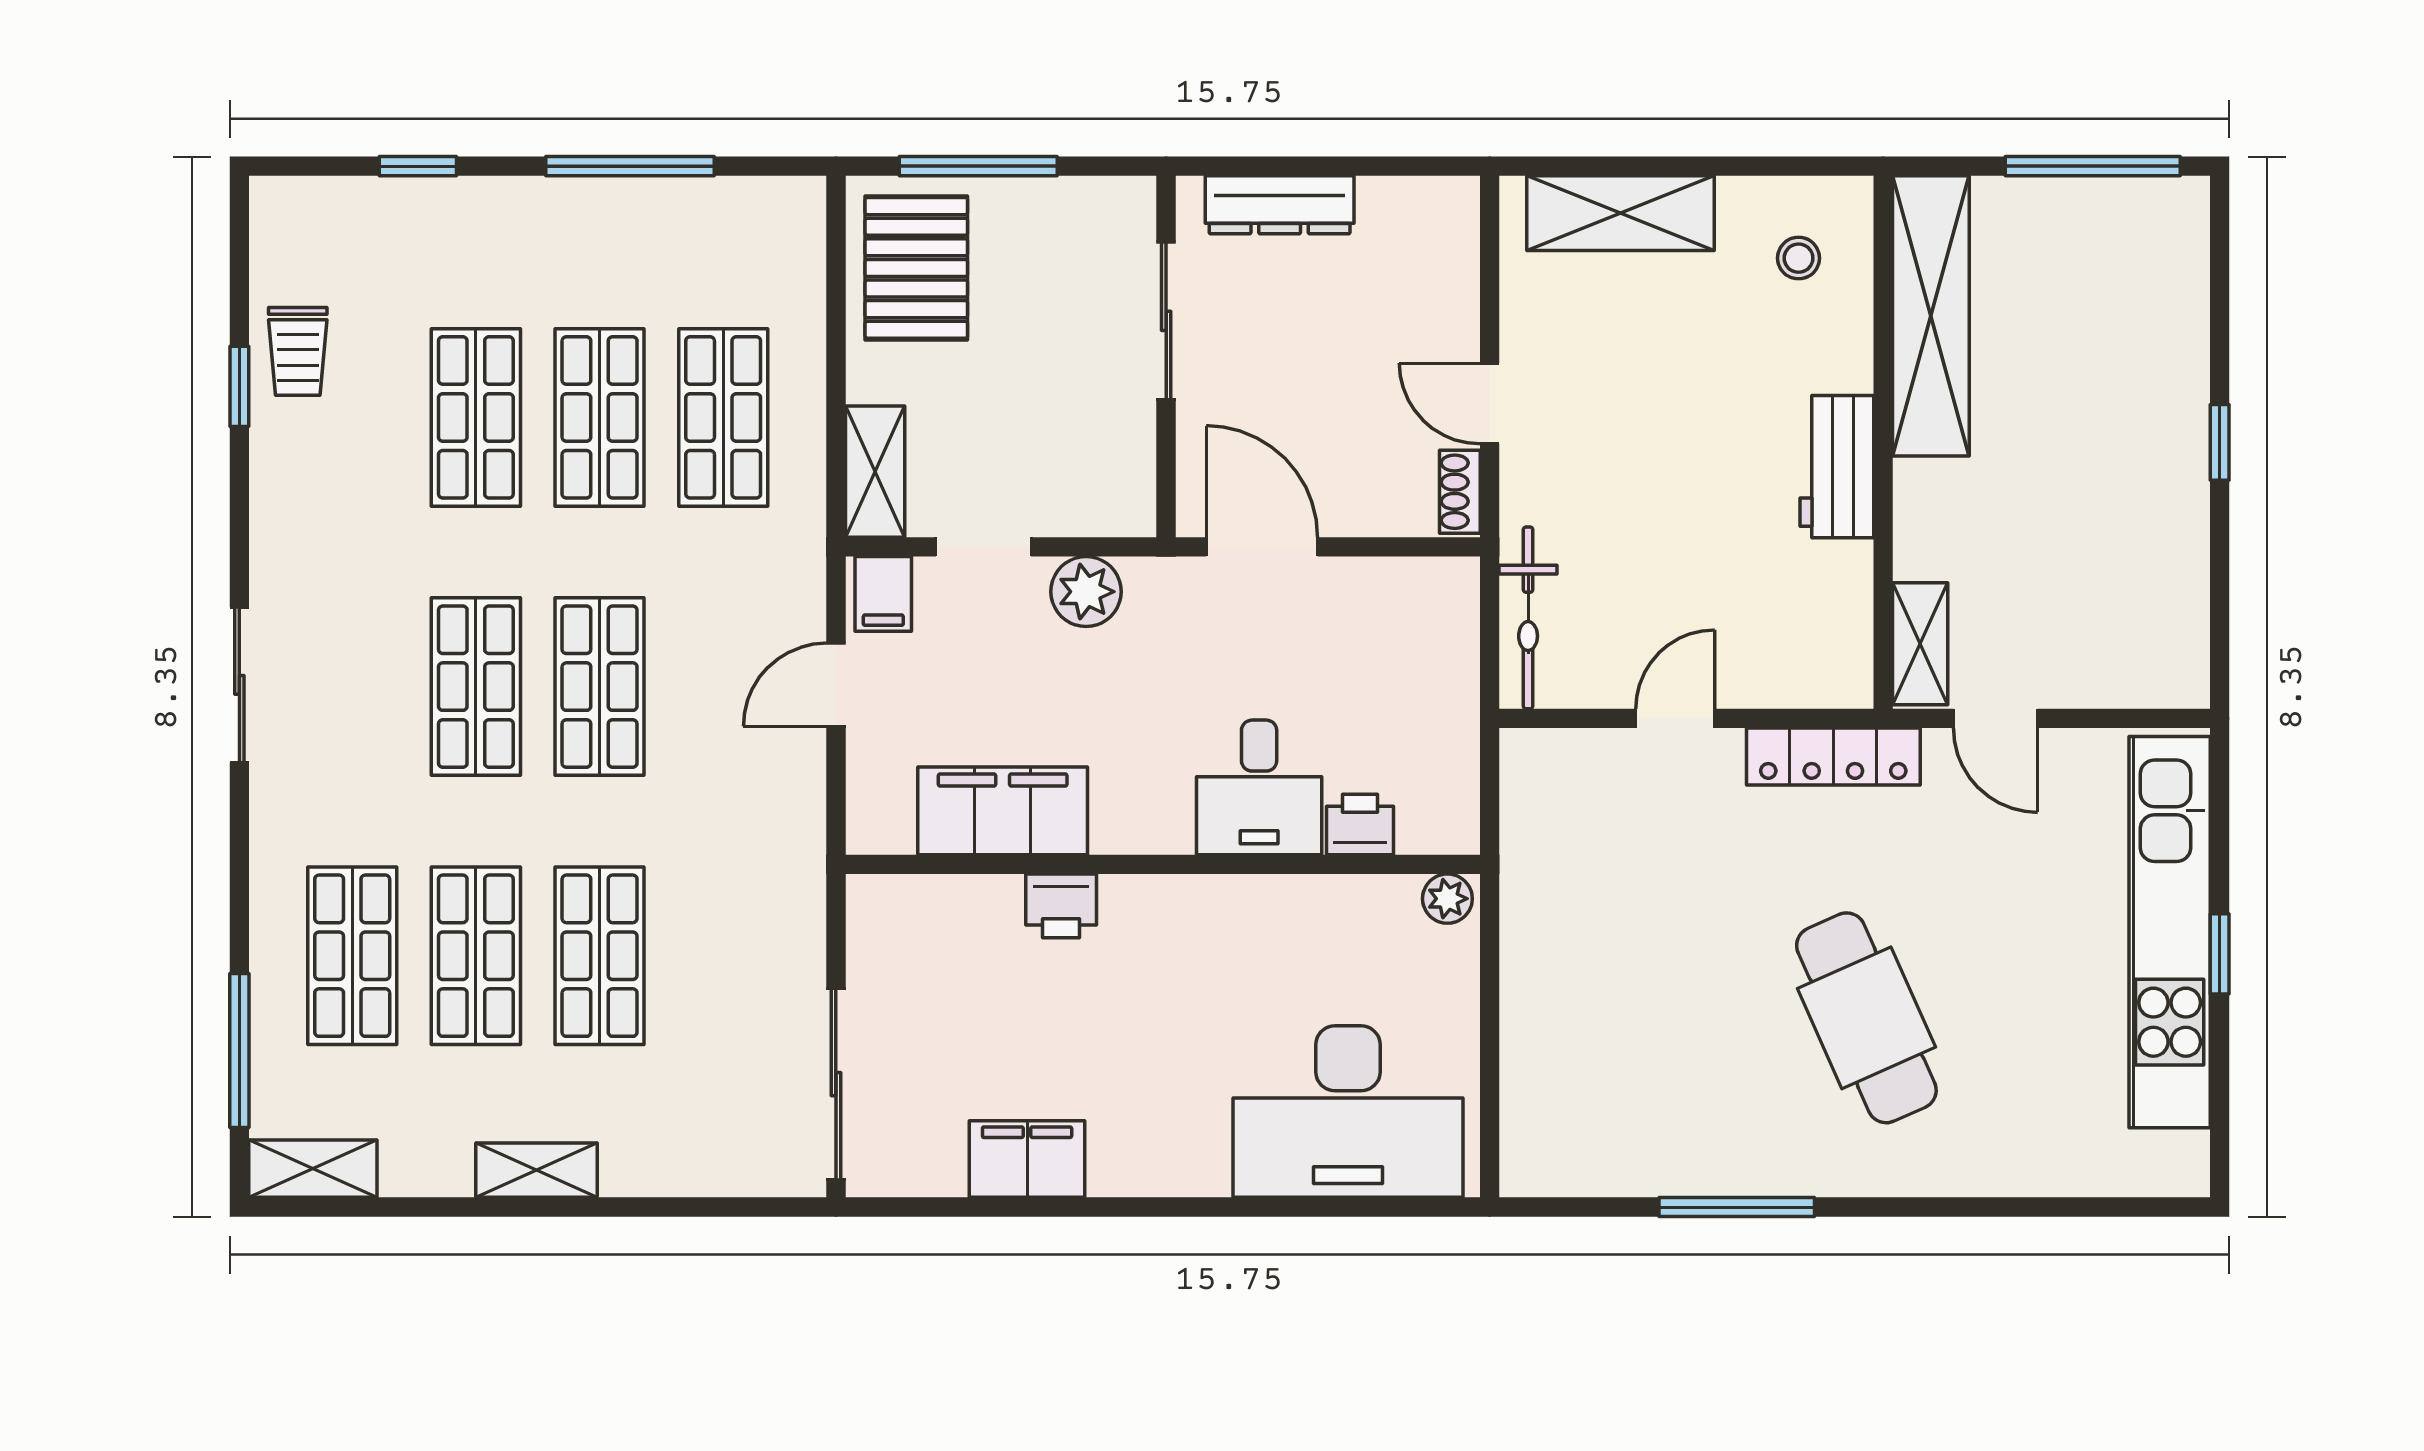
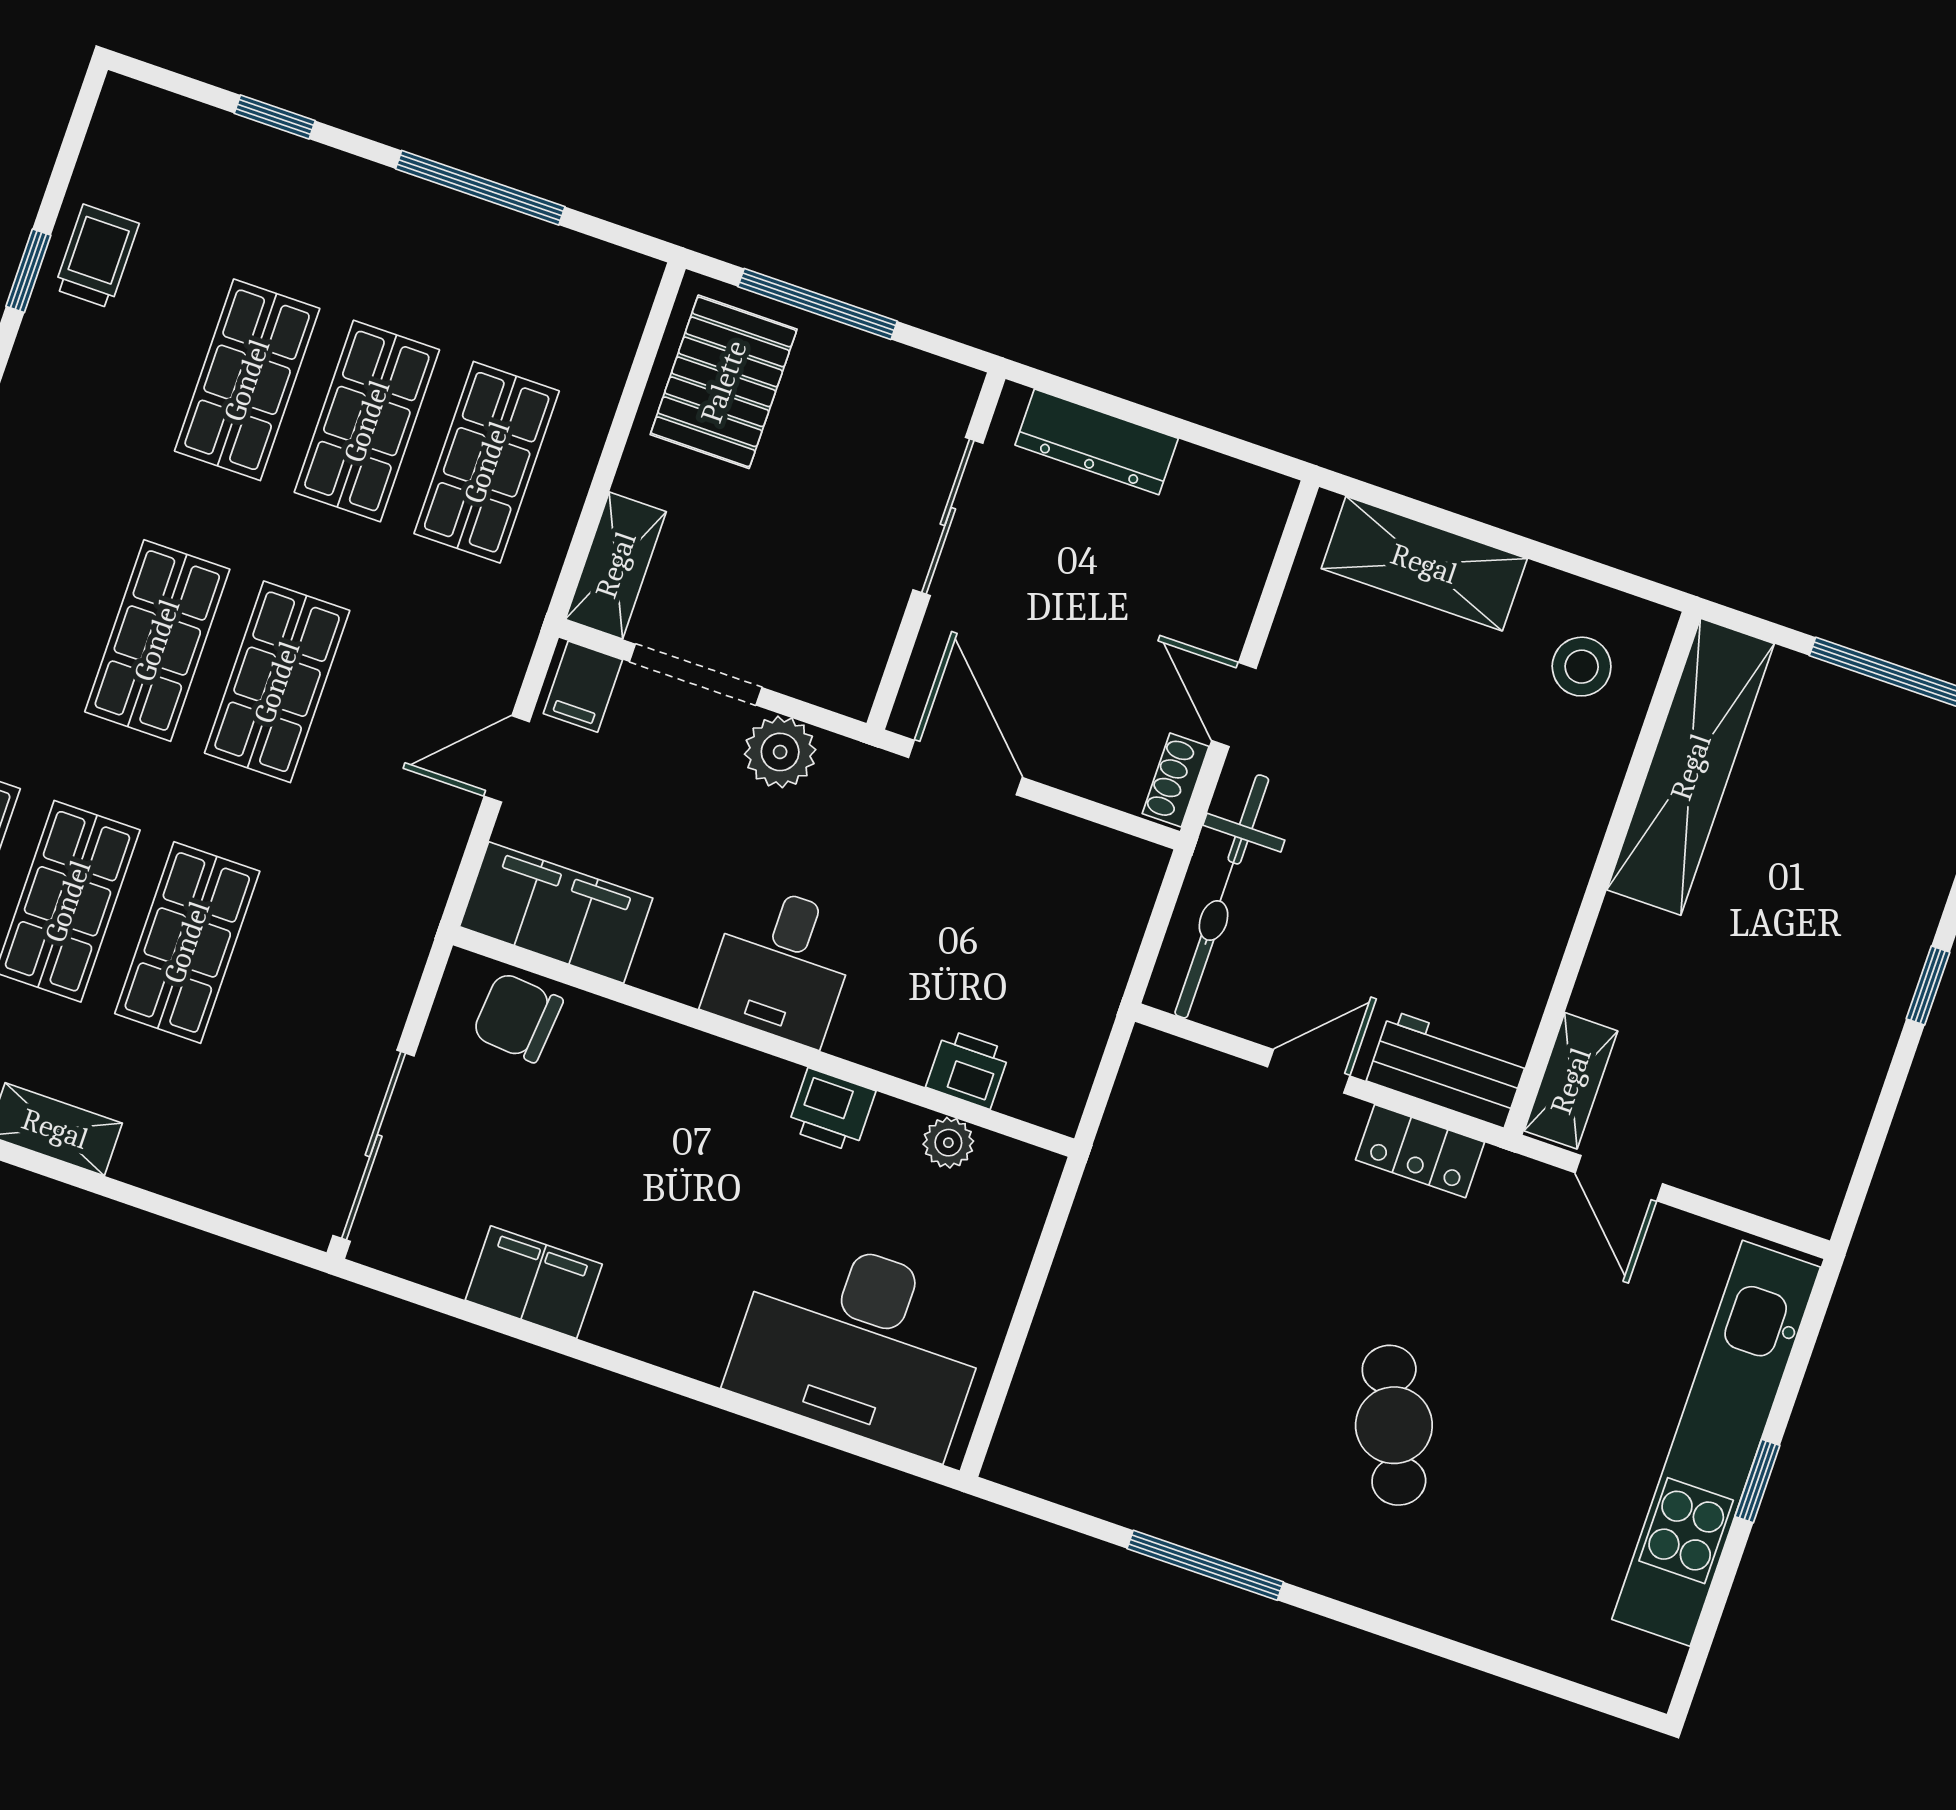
stool: (1799, 258) -> (1582, 667), width x1.37, depth x1.37
trolley: (298, 351) -> (97, 256), turned 180
workbench: (1837, 467) -> (1447, 1069), moved, turned 90
doorway: (984, 547) -> (696, 675), width x1.38
bicycle: (1528, 618) -> (1222, 896), width x1.37, depth x1.40
locker: (1833, 757) -> (1420, 1151), width x0.66
desk: (1259, 787) -> (782, 965), moved
filing cabinet: (1003, 811) -> (556, 912), moved
plant: (1447, 899) -> (948, 1143), moved
printer: (1061, 906) -> (831, 1110), moved
chair: (928, 920) -> (518, 1017), added
cafe table: (1866, 1018) -> (1394, 1425), width x0.73, depth x0.74

